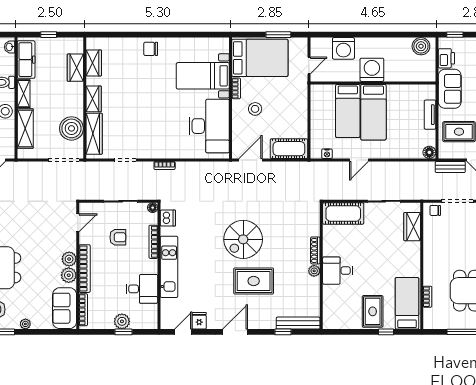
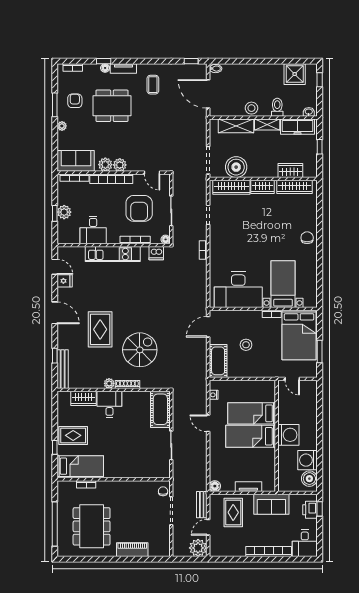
washing machine: (343, 48) -> (307, 460), moved
printer: (446, 58) -> (310, 510), moved, turned 90
wardrobe: (94, 63) -> (295, 187), width x1.50
stool: (255, 109) -> (246, 345), moved
door: (250, 160) -> (208, 327), swing flipped
wardrobe: (412, 227) -> (84, 398), moved, turned 180
armchair: (118, 237) -> (139, 208), width x1.88, depth x1.88
spiral stairs: (243, 239) -> (140, 350), moved, turned 90

